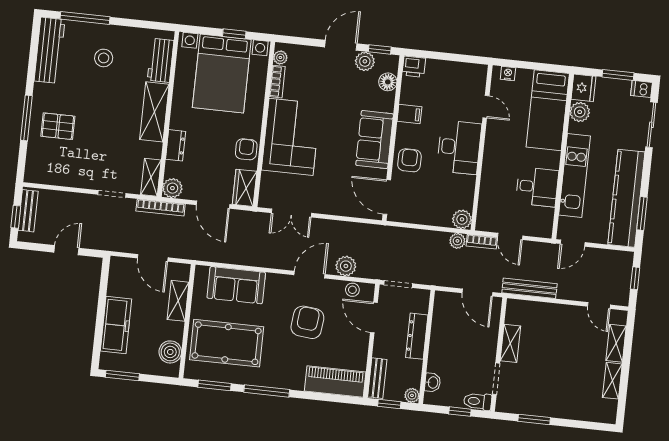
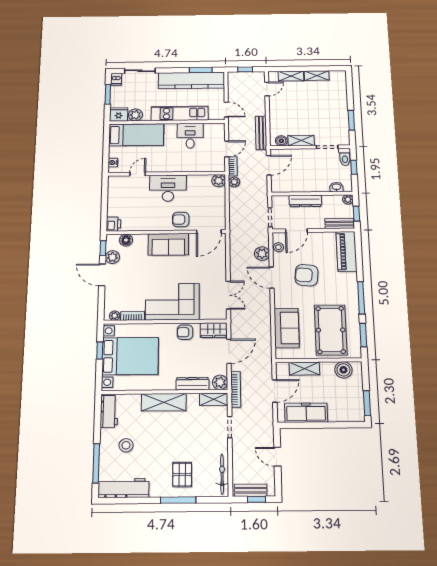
workbench: (161, 60) -> (109, 411), moved, turned -90
filing cabinet: (409, 114) -> (148, 223), removed
dresser: (176, 145) -> (192, 384), width x1.44
bicycle: (52, 177) -> (222, 474), added
boiler: (513, 315) -> (281, 141), added
freezer: (116, 325) -> (306, 413), moved

